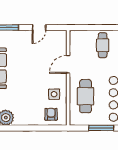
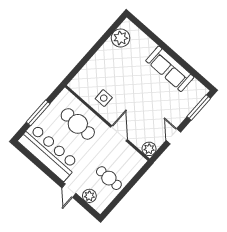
plant: (61, 36) -> (149, 149), added
armchair: (51, 114) -> (89, 80), removed

